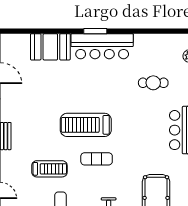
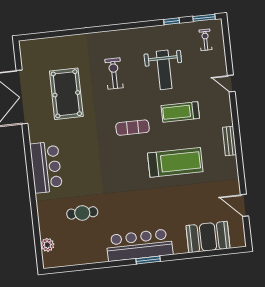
booth: (50, 47) -> (208, 237), moved
treadmill: (86, 125) -> (175, 162), moved

